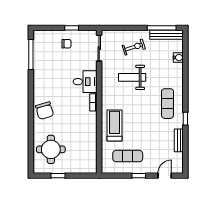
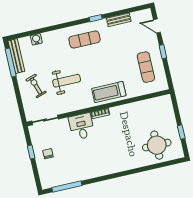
weight bench: (132, 77) -> (67, 81), turned -90
chair: (45, 111) -> (120, 160), removed
treadmill: (114, 126) -> (109, 92), moved

